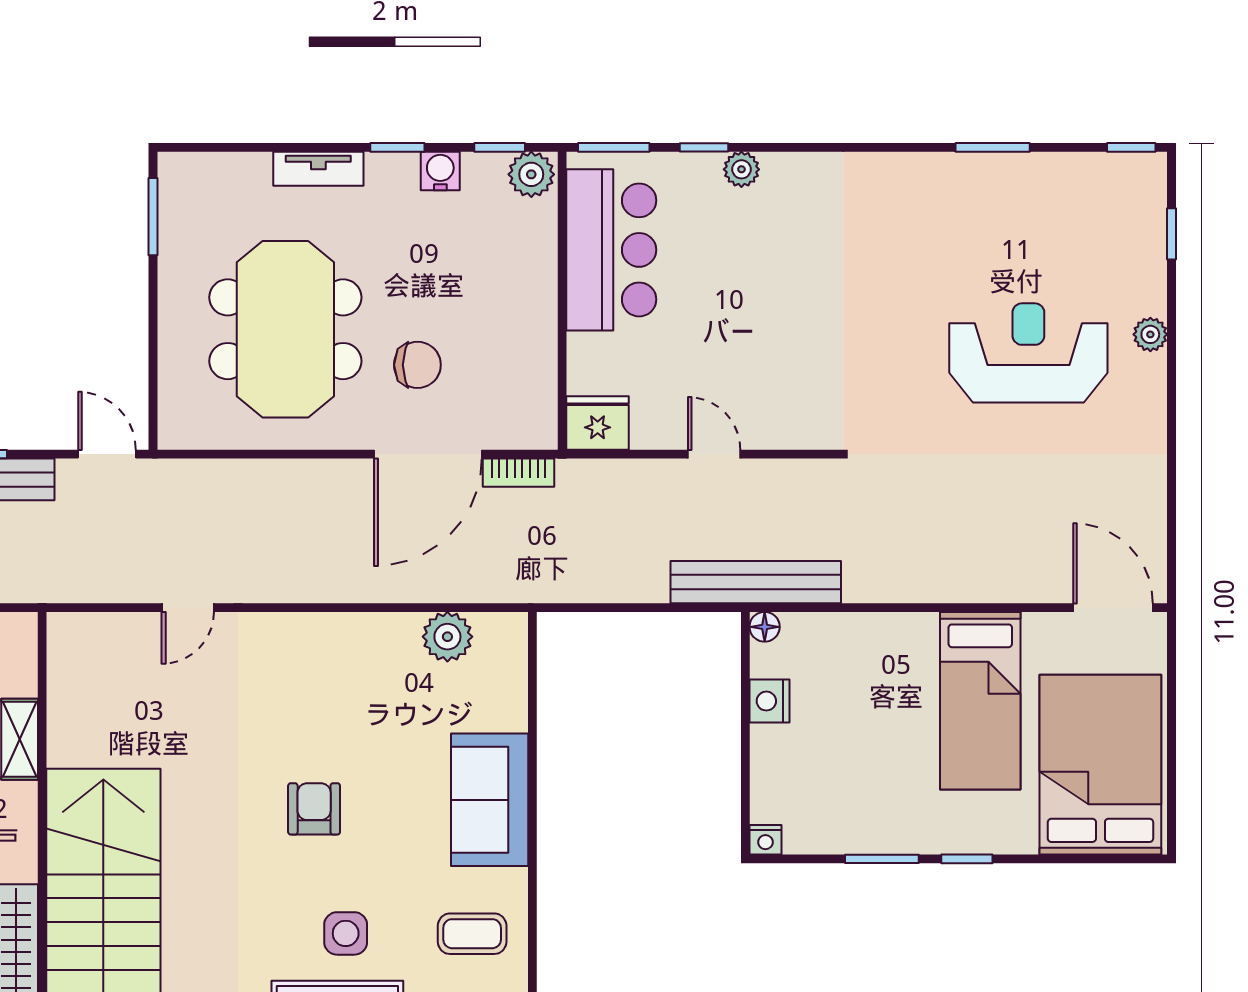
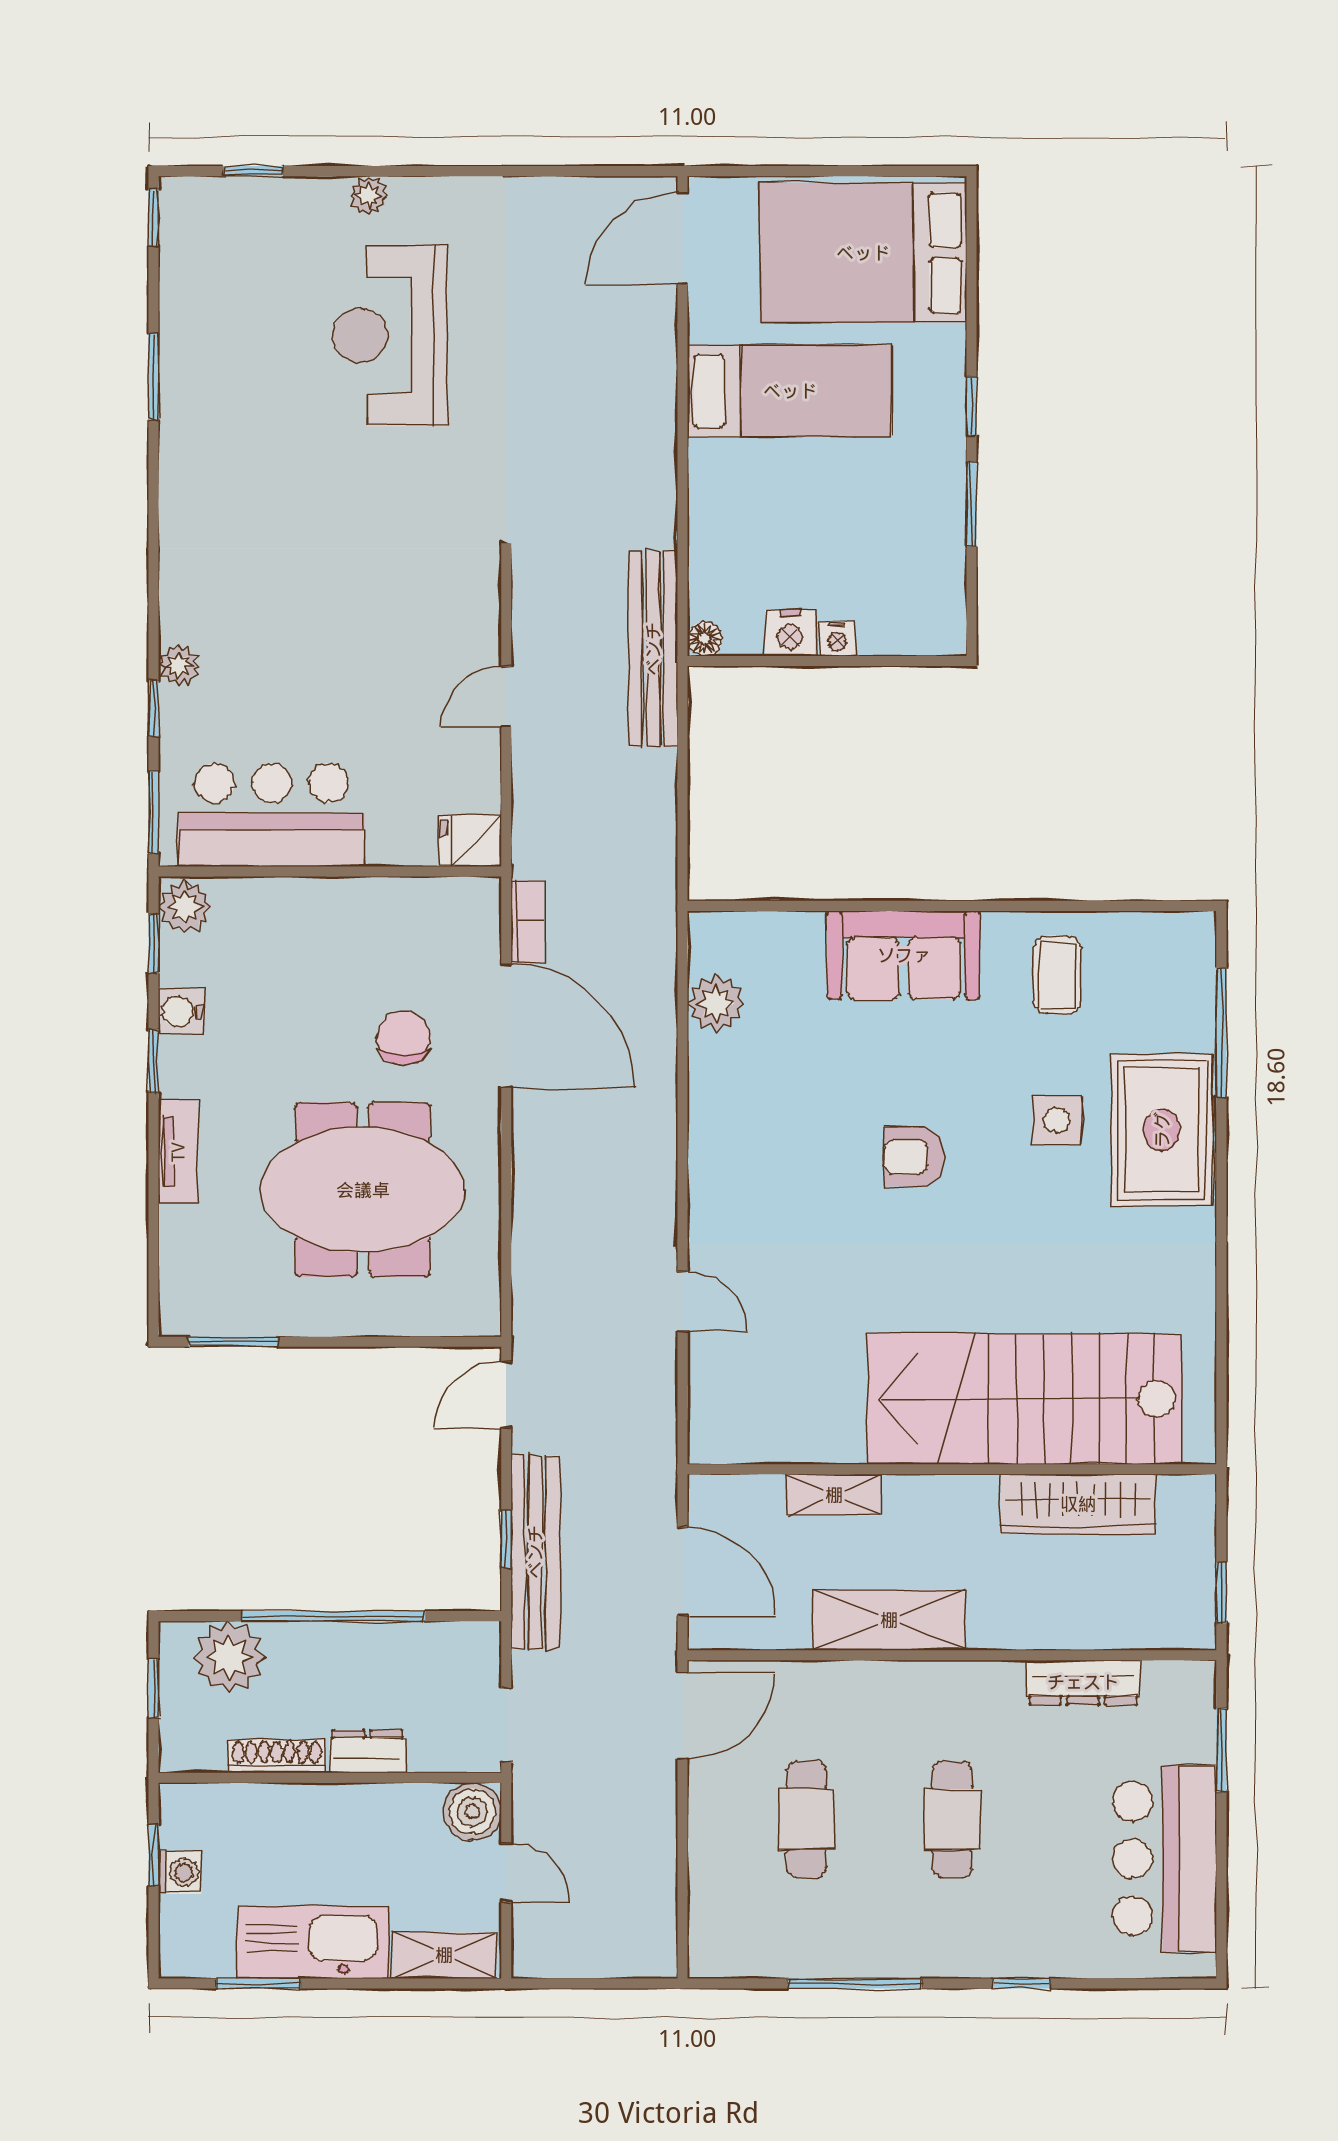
fridge: (598, 423) -> (470, 841), width x0.72
nightstand: (765, 840) -> (837, 639), moved, turned 90

